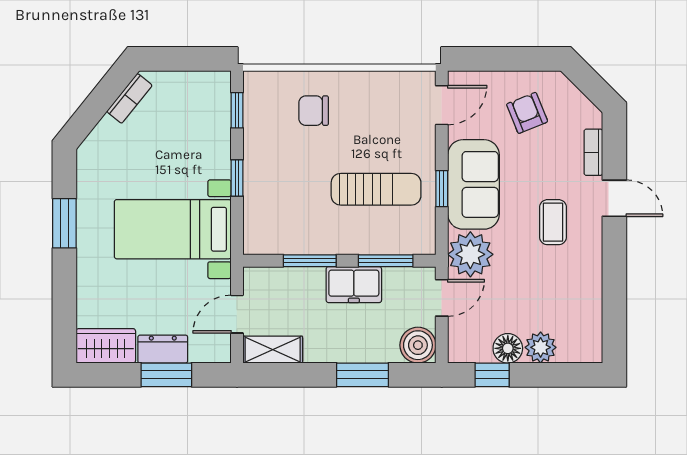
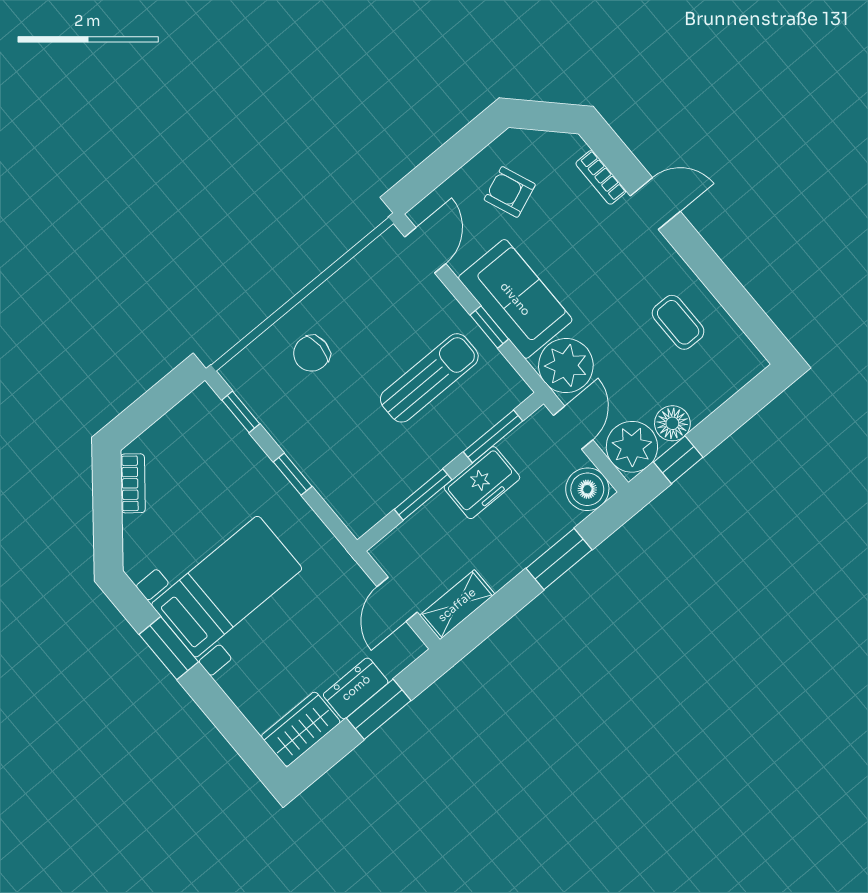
coffee table: (553, 222) -> (678, 322), moved
bed with nightstands: (173, 229) -> (227, 587), moved, turned 180
plant: (541, 347) -> (632, 447), moved, width x1.36, depth x1.36

